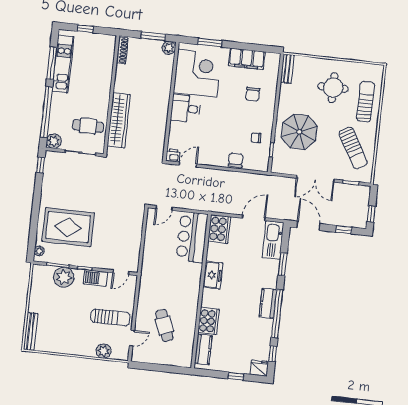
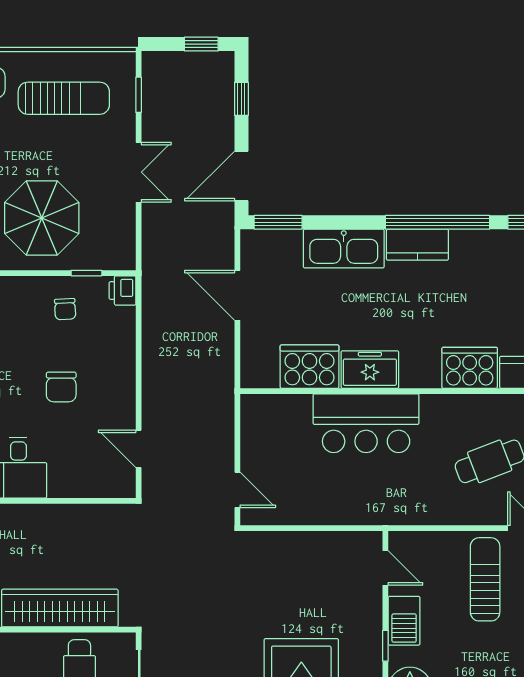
sun lounger: (353, 148) -> (64, 98), turned 30
printer: (173, 155) -> (122, 291), moved
chair: (236, 160) -> (61, 387), moved, turned -90
double door: (315, 179) -> (139, 172), width x0.73
cooker: (219, 229) -> (310, 367), moved
bar counter: (192, 237) -> (366, 423), moved
kitchen sink: (273, 240) -> (344, 249), moved
window: (283, 264) -> (278, 222), moved

